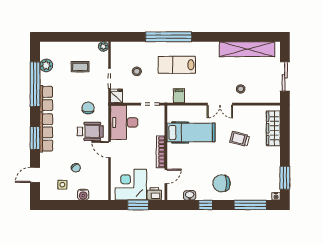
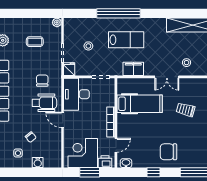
lab bench: (177, 65) -> (126, 40), turned 180
filing cabinet: (179, 96) -> (133, 69), width x2.00
washbasin: (190, 195) -> (126, 163), moved

